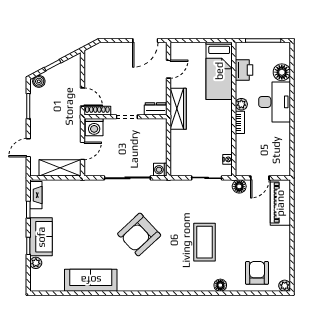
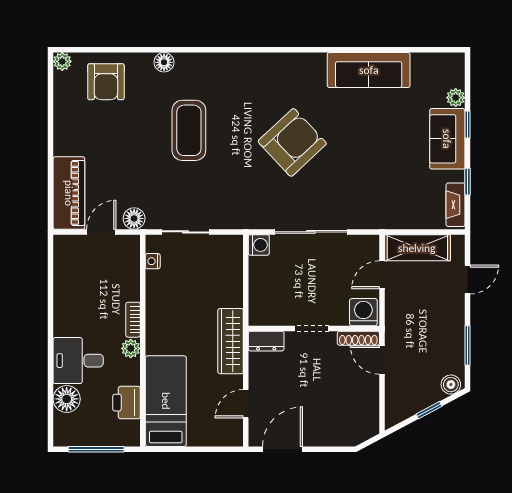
desk: (275, 102) -> (78, 361), width x0.73

